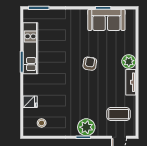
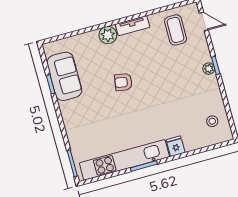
kitchen unit: (30, 48) -> (124, 160), width x1.36
fridge: (30, 102) -> (176, 146), moved
plant: (86, 127) -> (209, 69), width x0.53, depth x0.53

